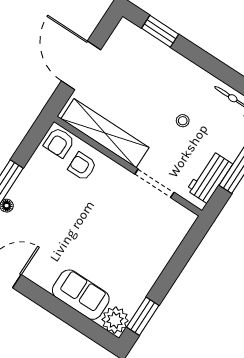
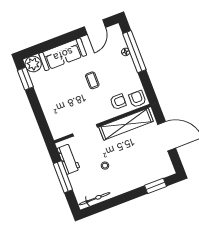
coffee table: (79, 223) -> (92, 80), added
sofa: (81, 295) -> (63, 54), width x1.36

